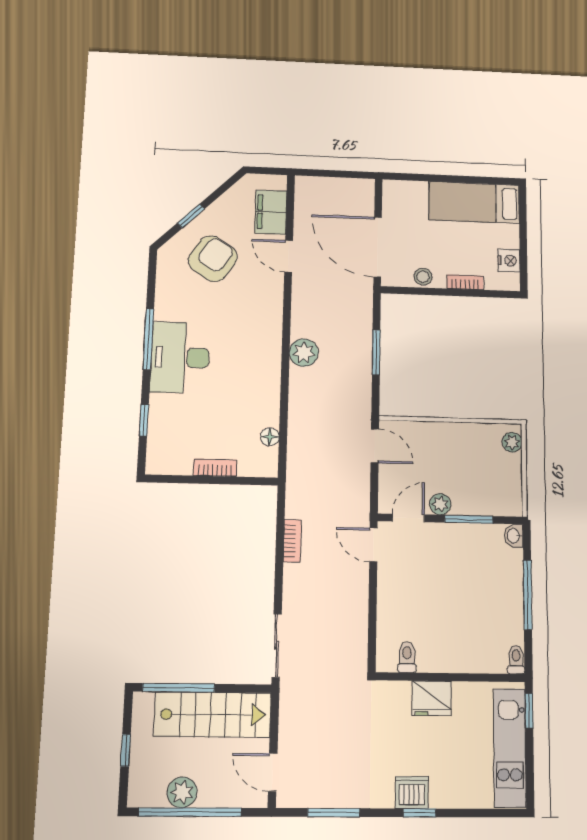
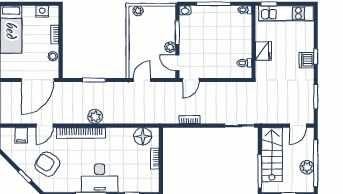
filing cabinet: (271, 212) -> (21, 135), width x0.50
bookcase: (272, 324) -> (81, 133), added
floor lamp: (270, 437) -> (143, 136), width x1.89, depth x1.89

